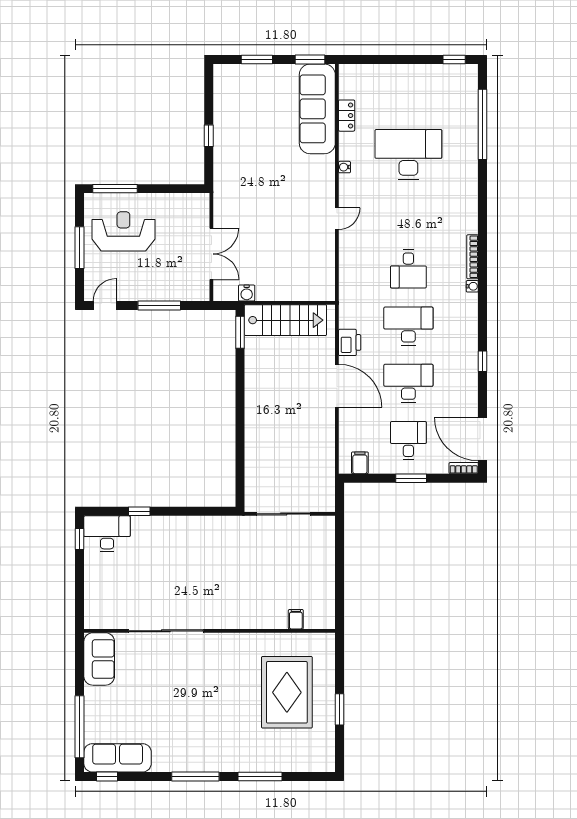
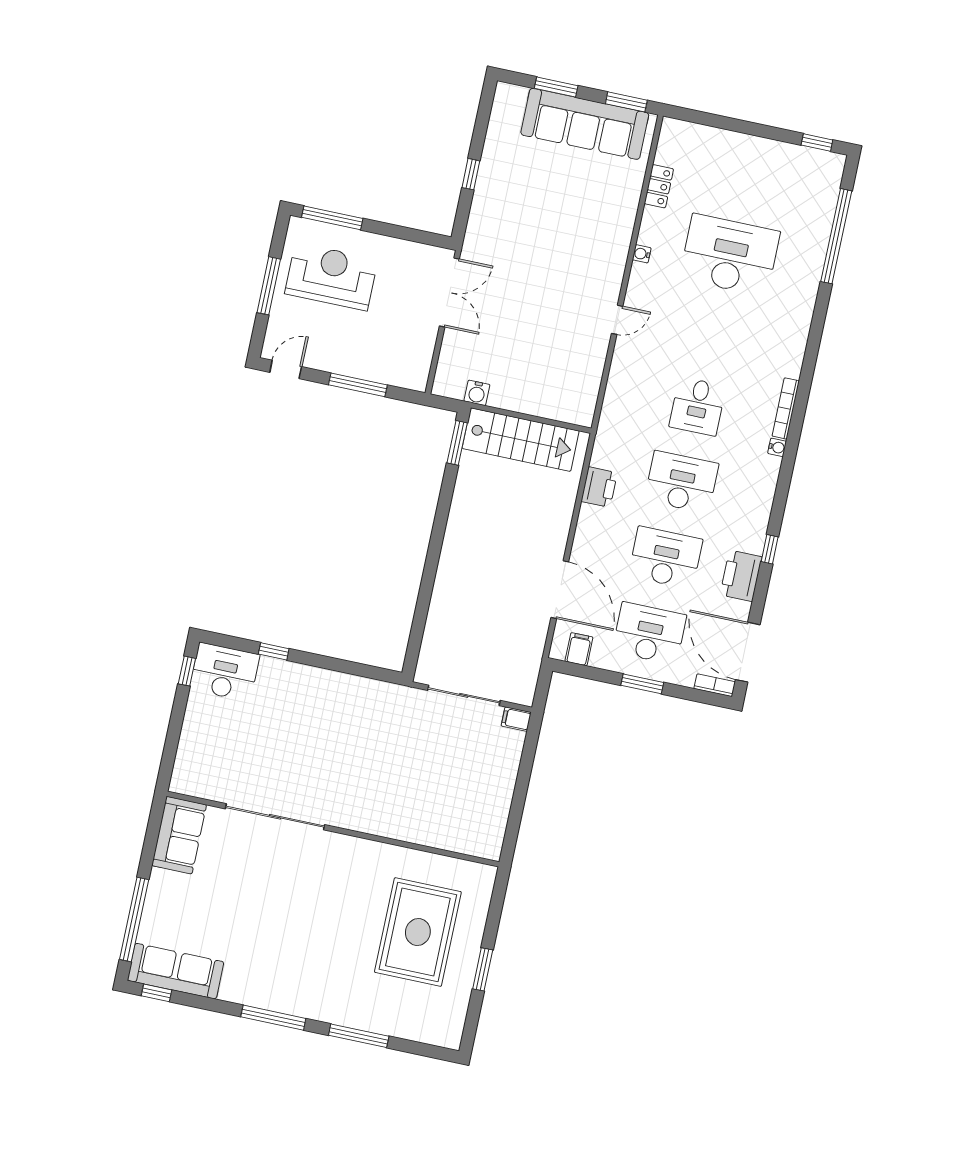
sofa: (317, 109) -> (585, 124), moved, turned -90
double door: (211, 254) -> (449, 292), moved
printer: (466, 385) -> (741, 576), added
door: (337, 386) -> (560, 590), moved
desk: (408, 441) -> (649, 633), width x1.37
filing cabinet: (296, 619) -> (516, 719), moved, turned -90

